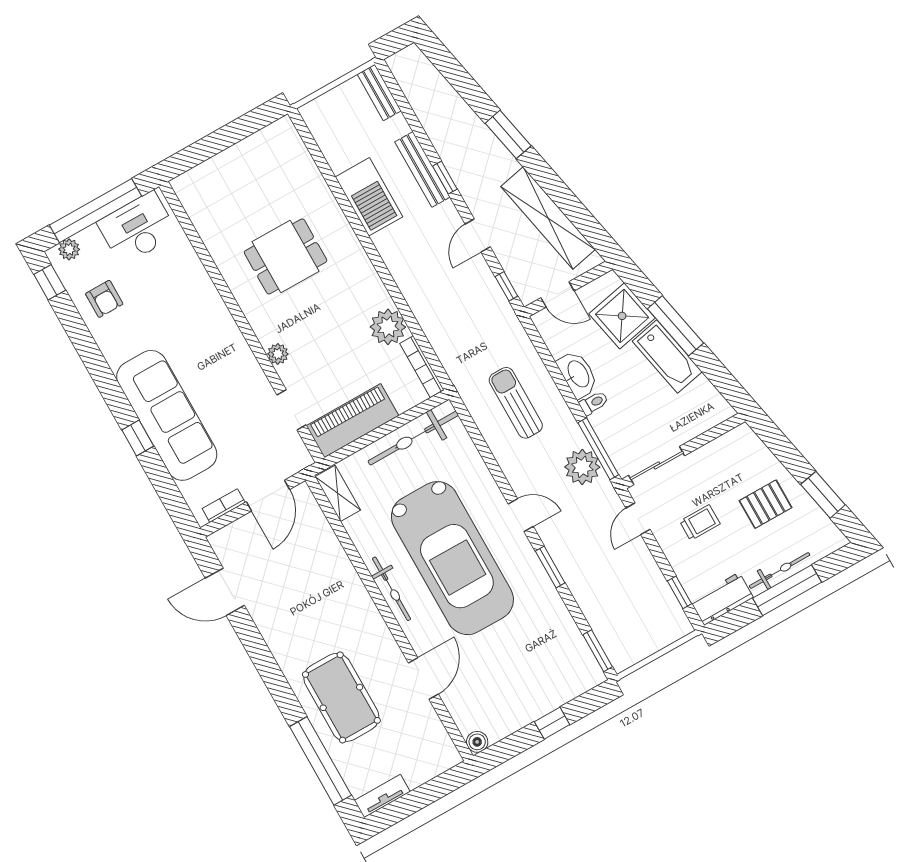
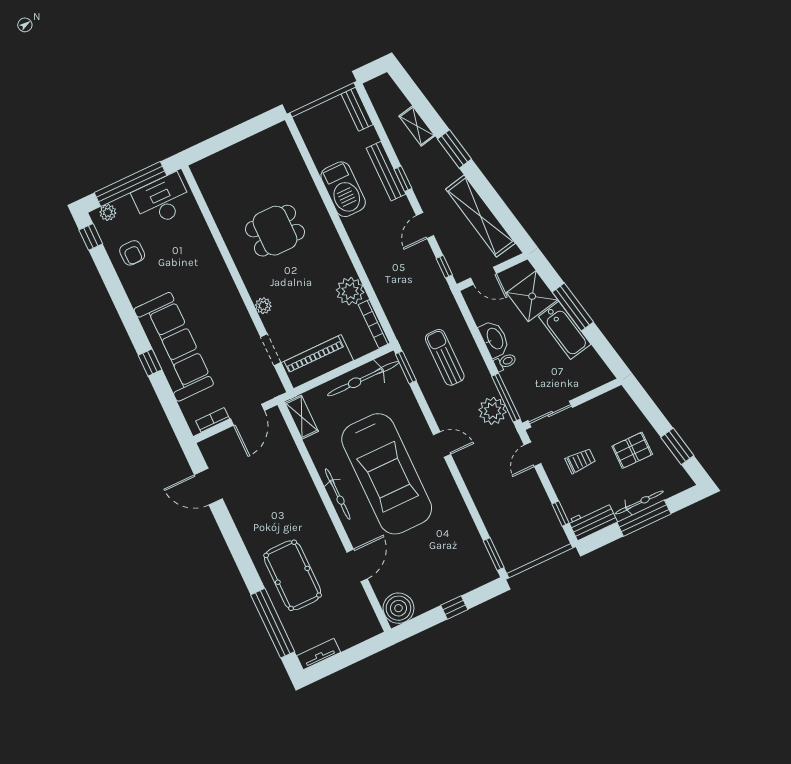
shelving: (458, 108) -> (417, 126), added
window: (550, 567) -> (406, 367), moved
boiler: (477, 742) -> (398, 608), width x1.86, depth x1.86

